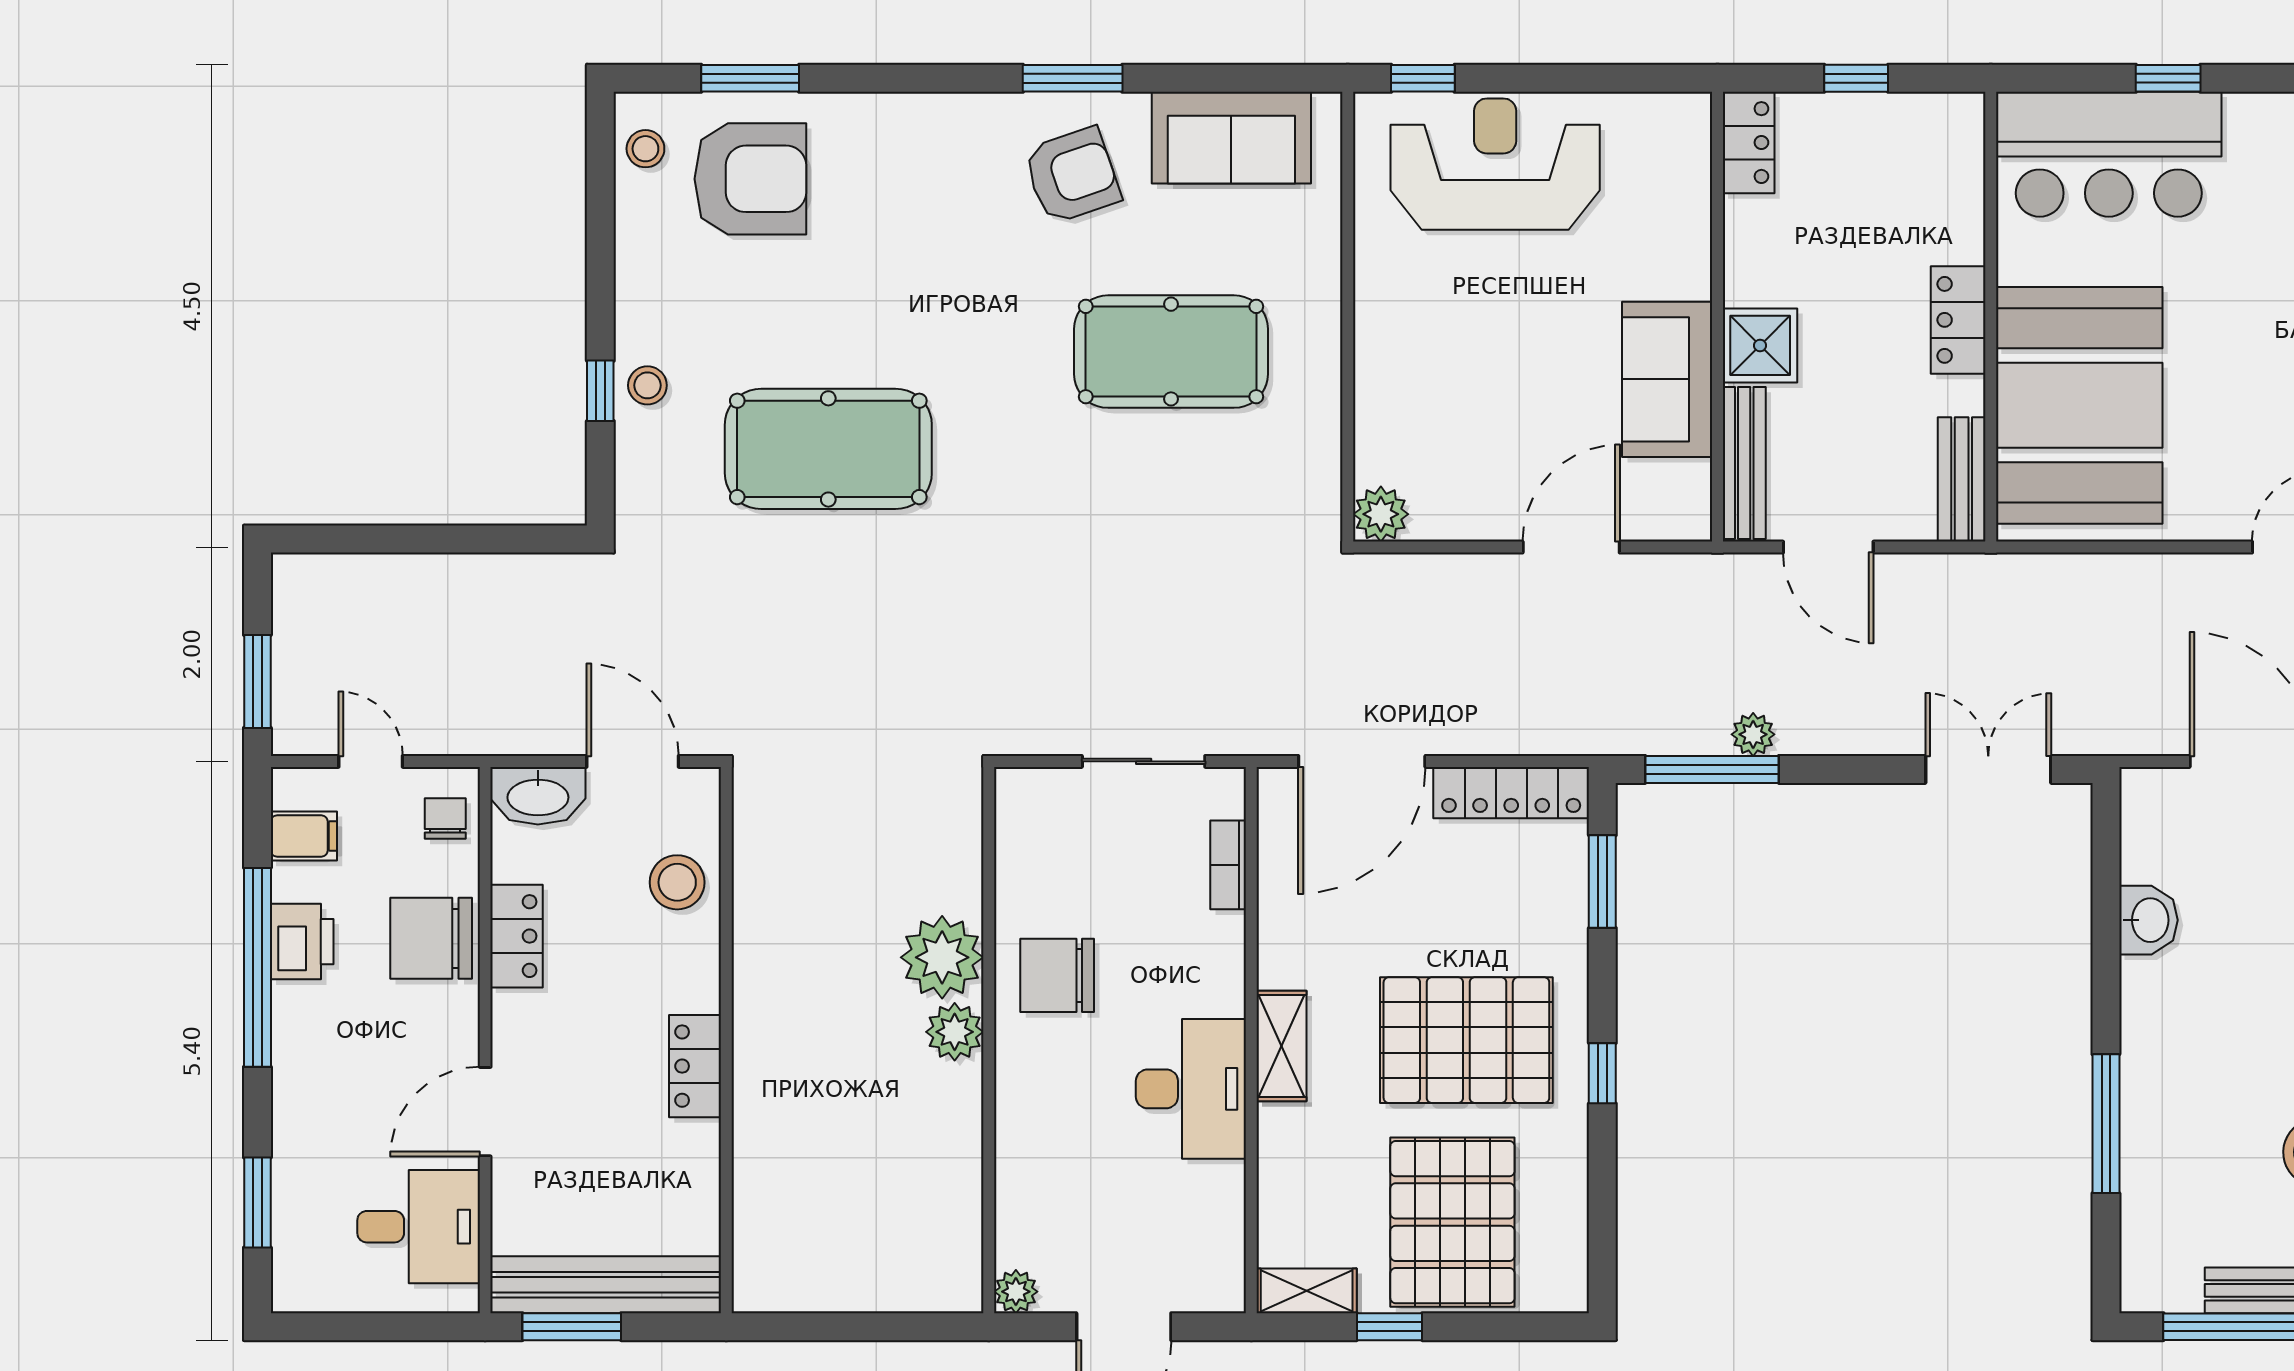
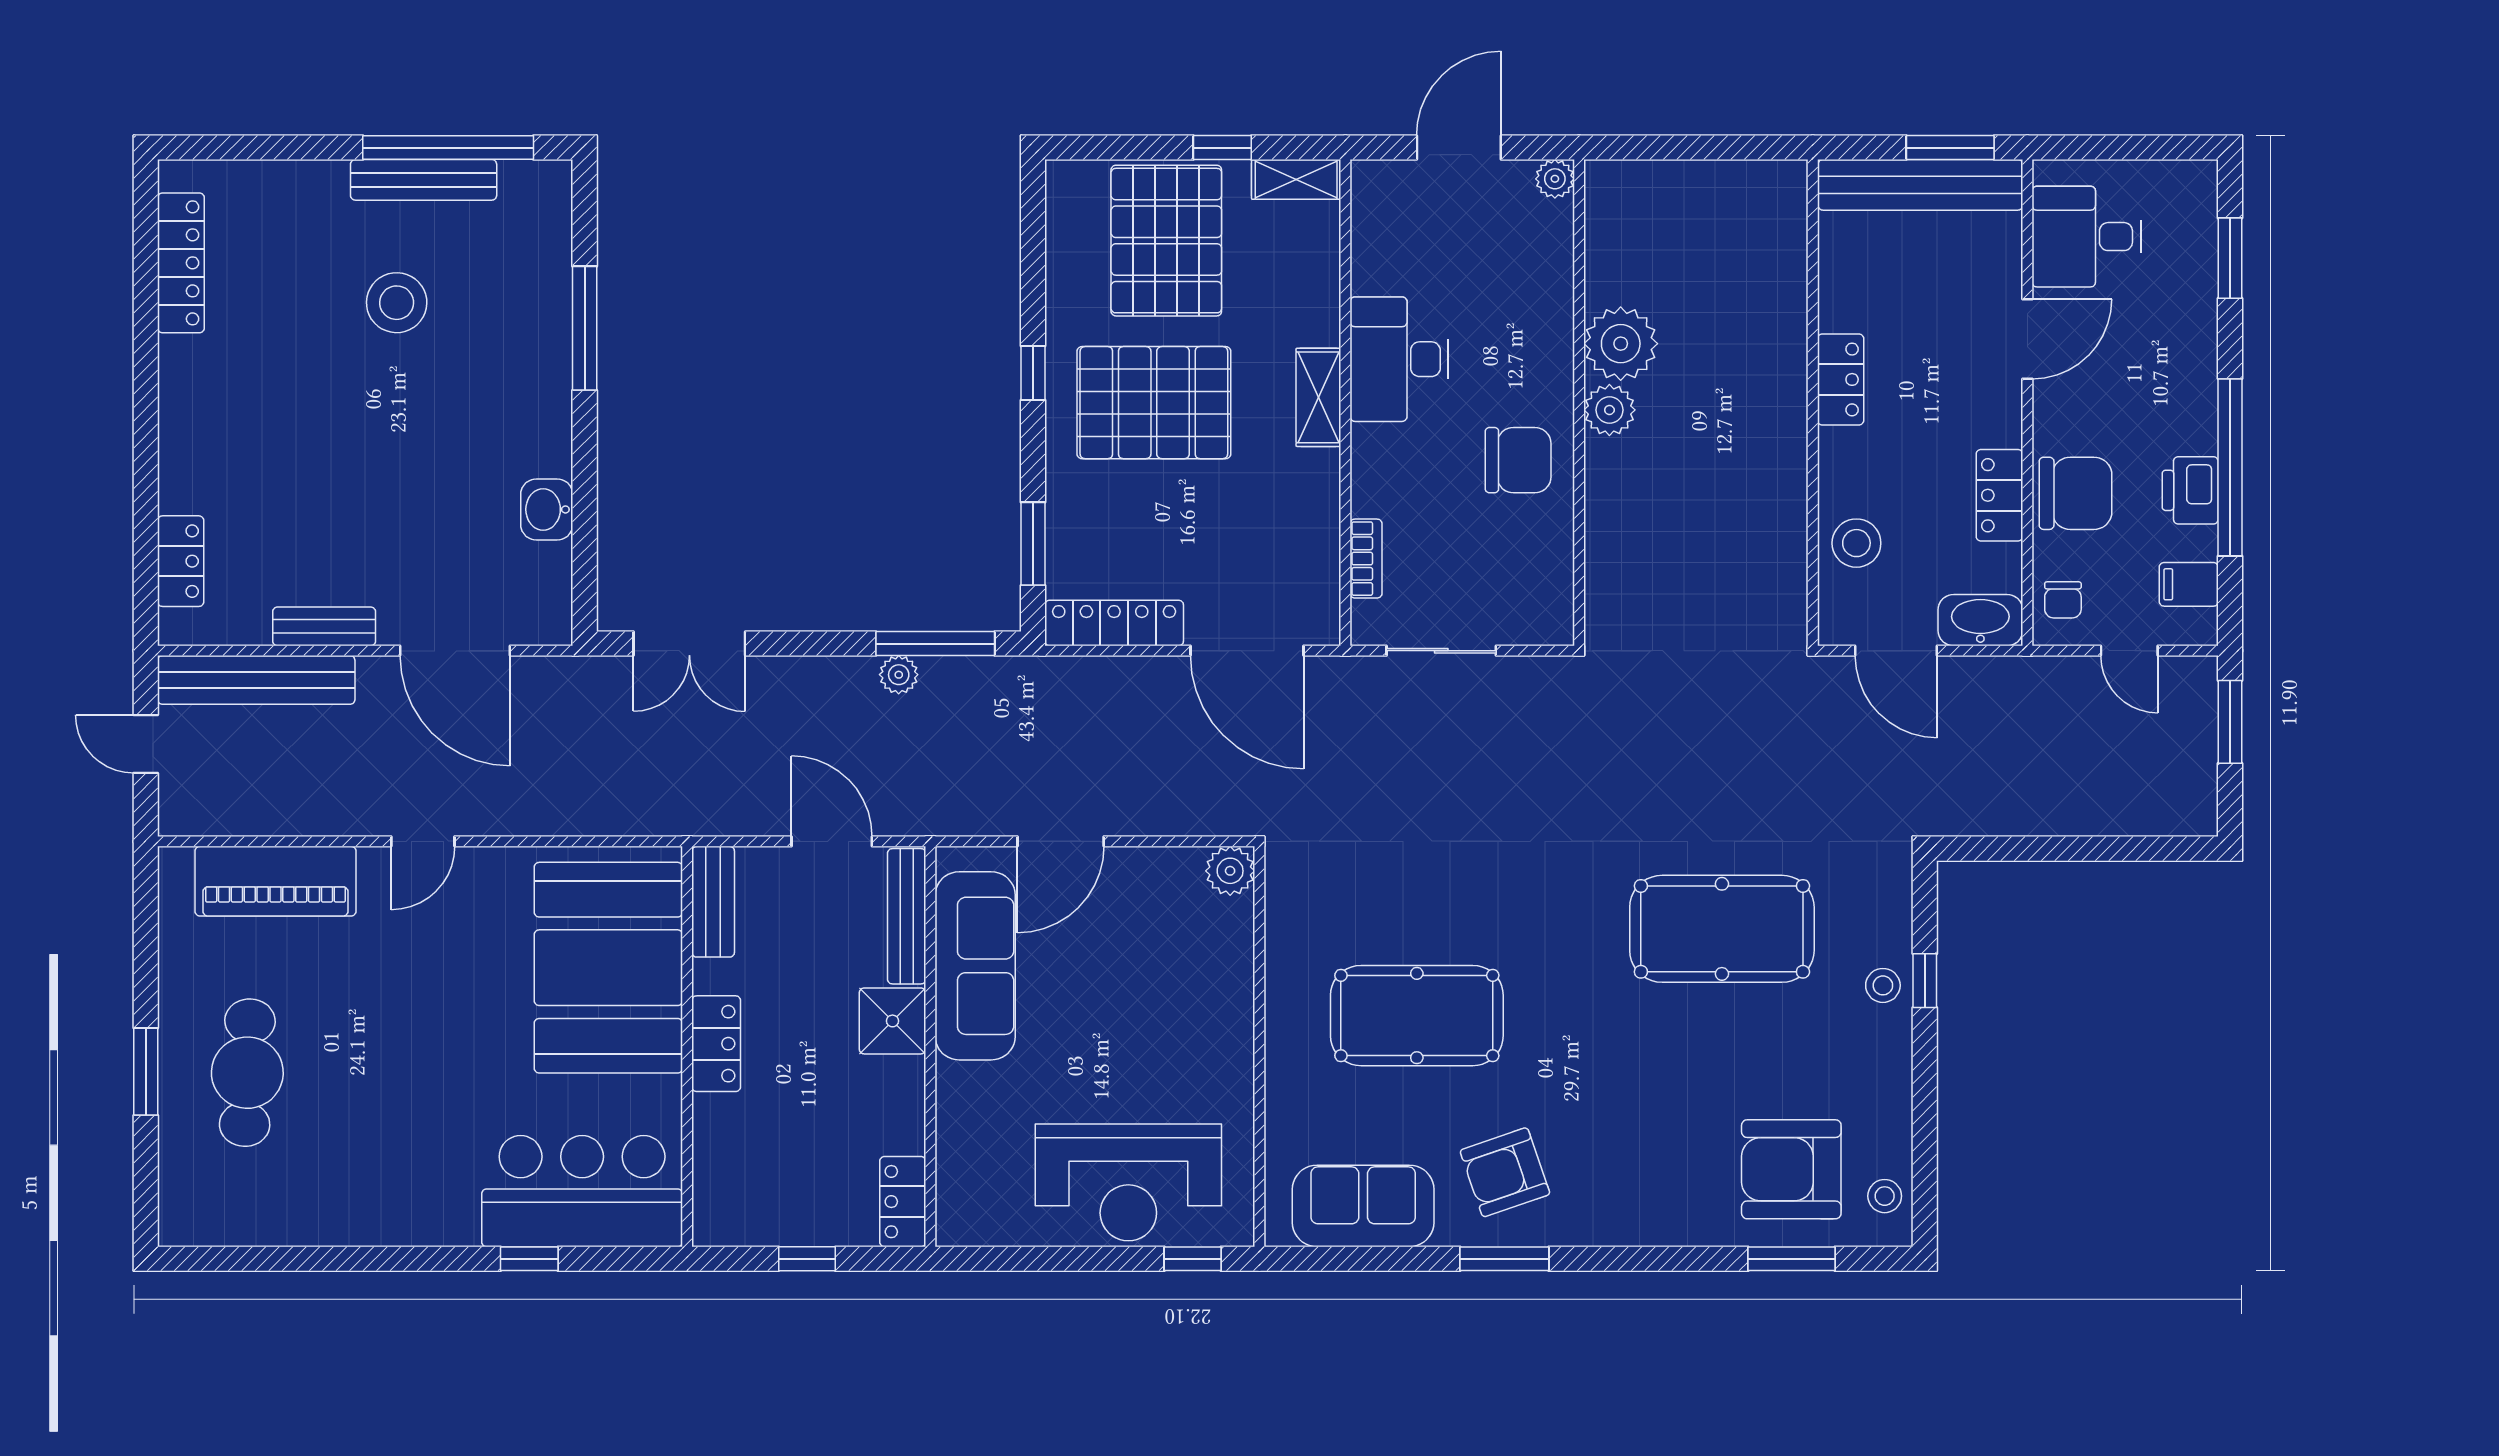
sofa: (1667, 379) -> (975, 966), width x1.36
door: (1362, 761) -> (1247, 651), swing flipped
plant: (942, 957) -> (1621, 344), moved

